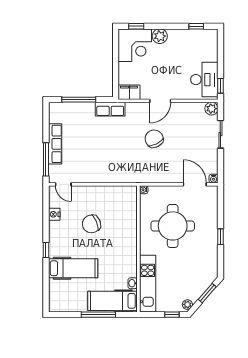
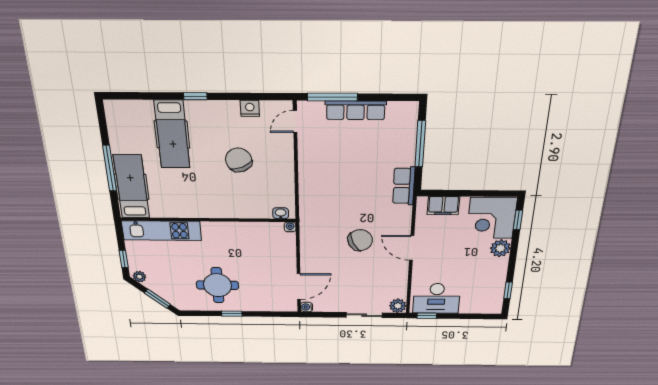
filing cabinet: (129, 92) -> (443, 206), moved, turned 90
round table: (173, 226) -> (217, 285), moved, width x0.73, depth x0.73
washbasin: (133, 283) -> (281, 213), moved

